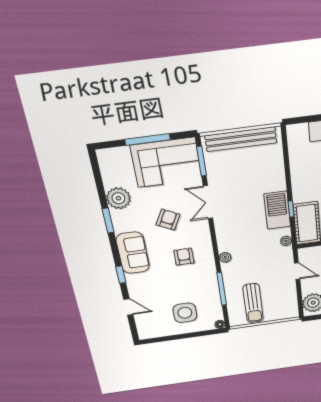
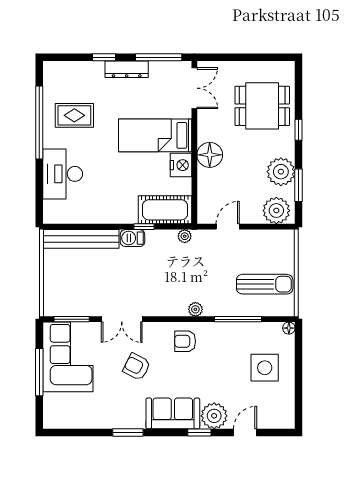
bench: (241, 139) -> (81, 239), moved, turned 90
plant: (118, 198) -> (214, 416), moved
barbecue: (277, 210) -> (133, 238), width x0.53, depth x0.65
armchair: (184, 257) -> (185, 341), moved

